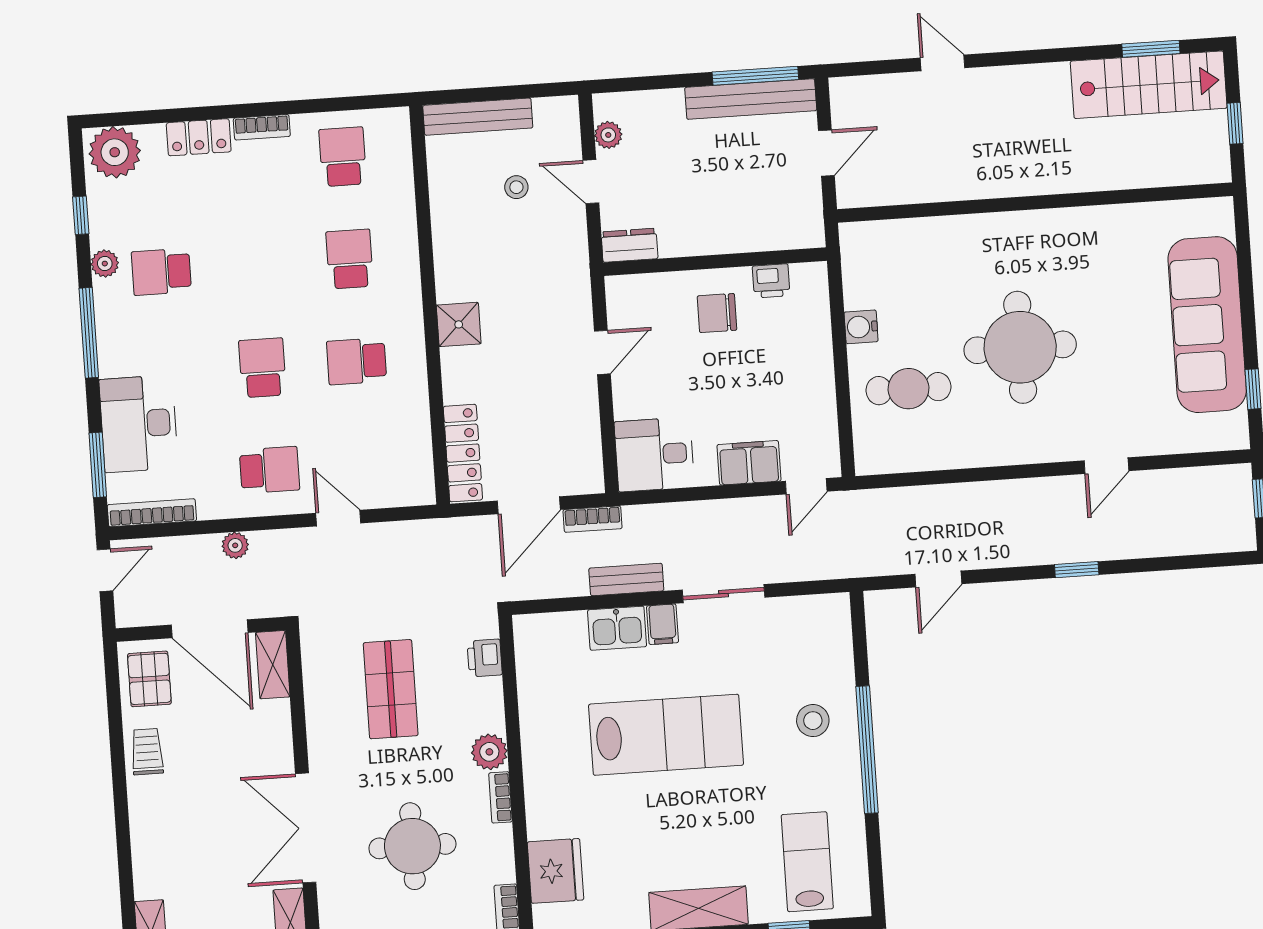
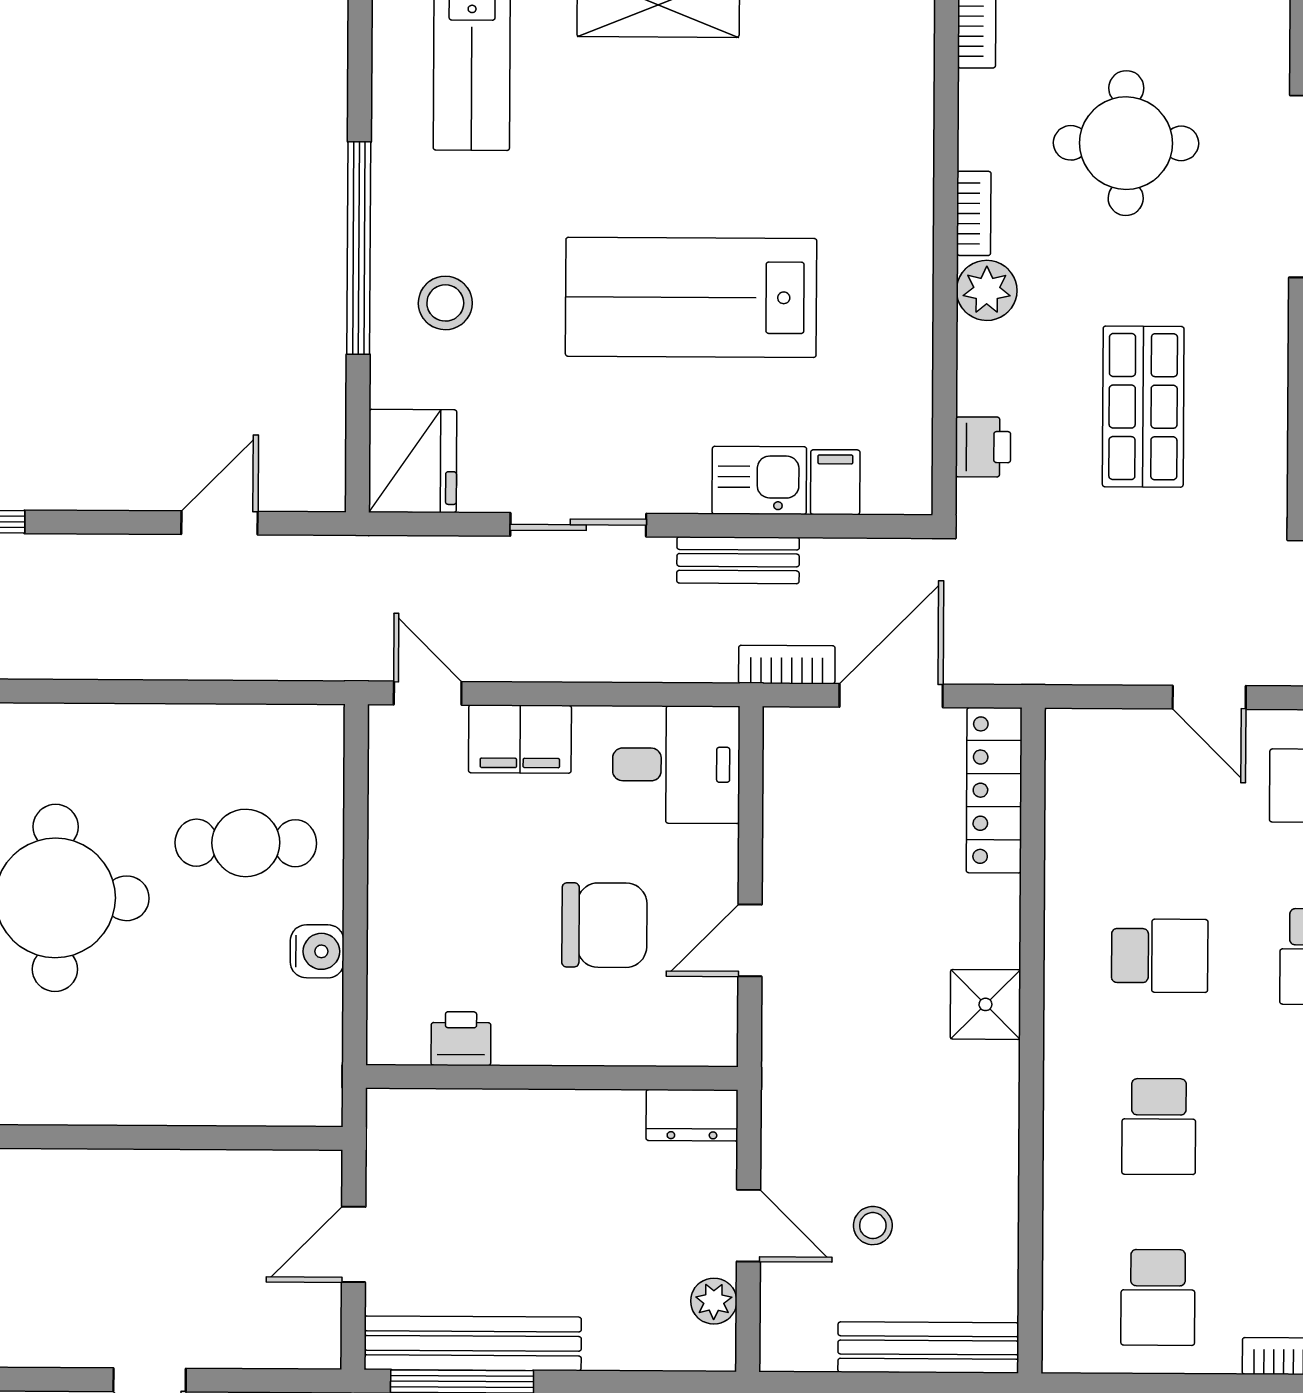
chair: (717, 313) -> (604, 925), moved, width x1.37, depth x1.37
door: (806, 486) -> (428, 693), hinge flipped
filing cabinet: (663, 624) -> (835, 482), moved
fridge: (556, 871) -> (413, 461), moved, turned 180

